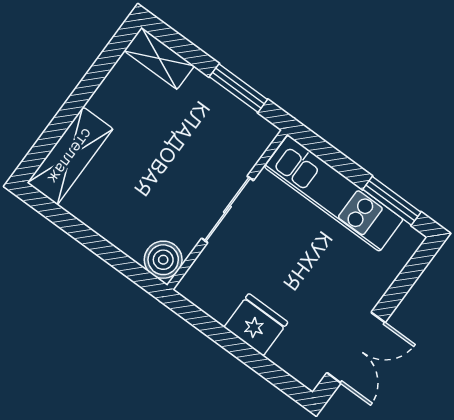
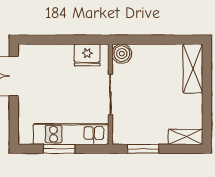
window: (392, 201) -> (59, 149), moved
fridge: (256, 325) -> (87, 55), moved

